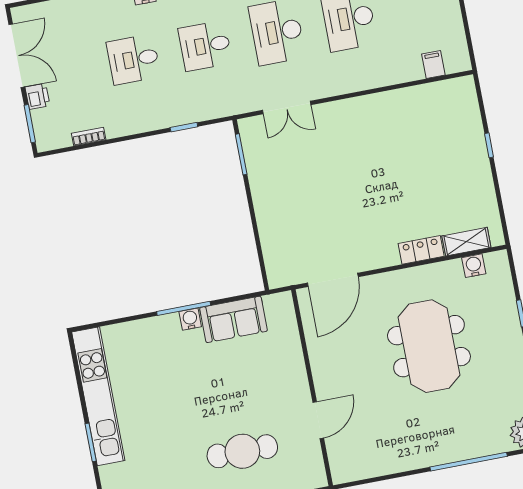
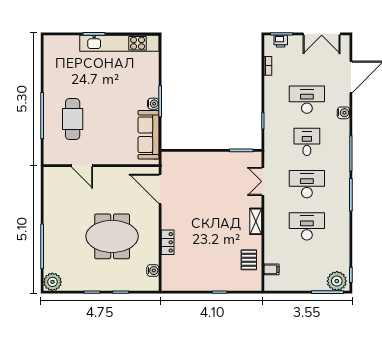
desk: (134, 59) -> (307, 100), width x1.37
printer: (37, 96) -> (281, 41), moved
pallet: (424, 106) -> (249, 260), added
shelving: (466, 242) -> (256, 221), moved
sofa: (233, 319) -> (148, 135), width x1.36

